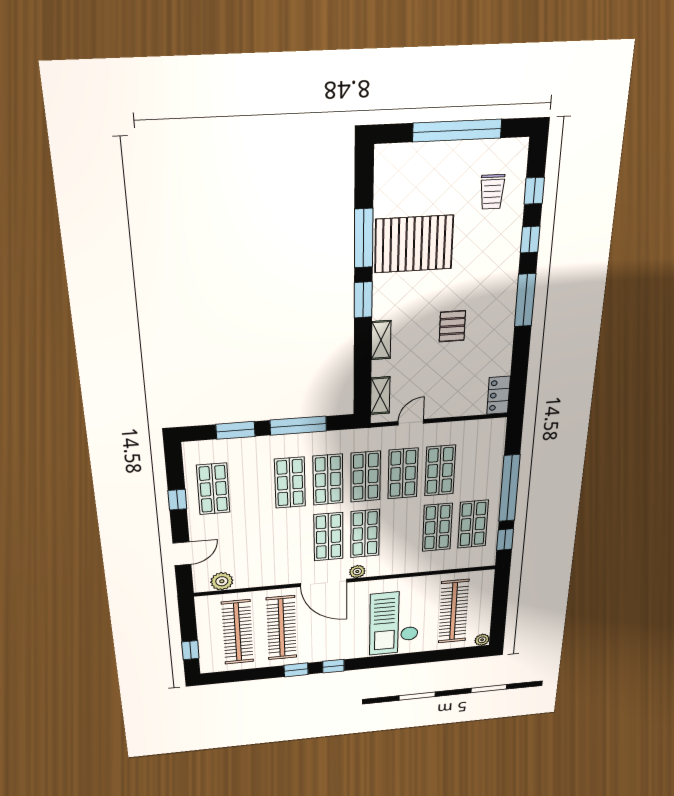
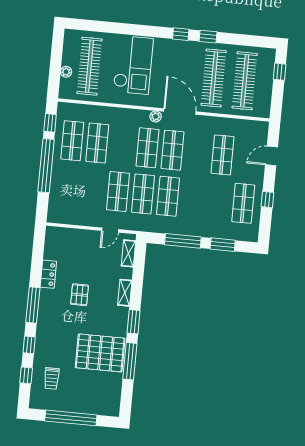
trolley: (492, 192) -> (52, 378), turned 180
locker: (499, 395) -> (48, 274), moved
shop shelf: (440, 471) -> (93, 189), removed
shop shelf: (290, 483) -> (223, 155), moved
plant: (222, 581) -> (249, 128), removed
plant: (482, 640) -> (66, 72), moved

